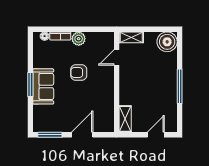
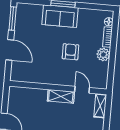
shelving: (125, 119) -> (61, 96), moved

